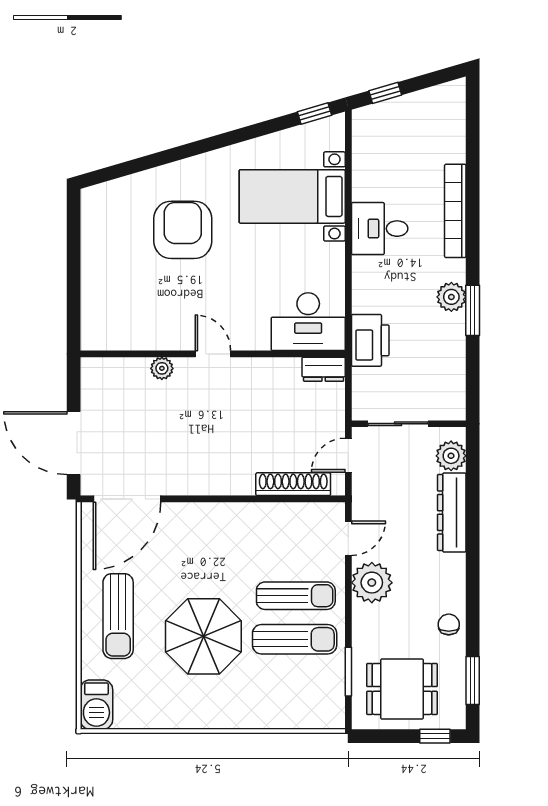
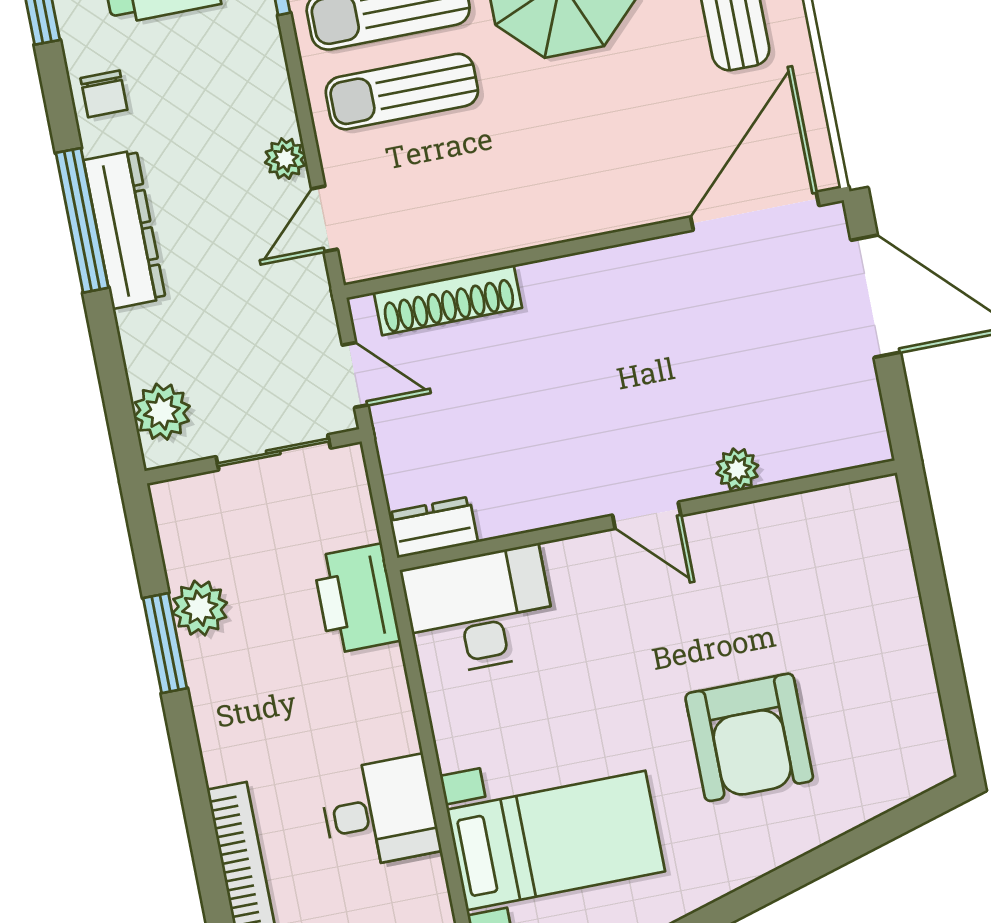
plant: (451, 297) -> (200, 608), moved
window: (473, 310) -> (165, 643), moved
door: (348, 455) -> (355, 375), hinge flipped
dresser: (452, 512) -> (125, 229), moved
window: (473, 562) -> (82, 220), added
plant: (372, 583) -> (285, 159), width x0.53, depth x0.53

